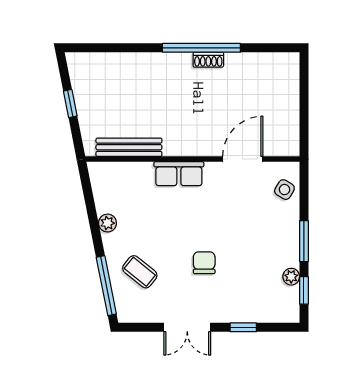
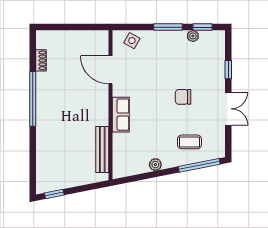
shoe rack: (208, 60) -> (41, 60), moved
window: (70, 103) -> (54, 194), moved
coffee table: (140, 272) -> (189, 142), turned 51

